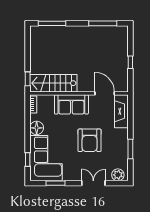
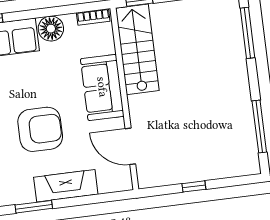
door: (105, 93) -> (130, 146), swing flipped
fireplace: (121, 111) -> (66, 186), moved
armchair: (90, 140) -> (40, 129), turned 180

